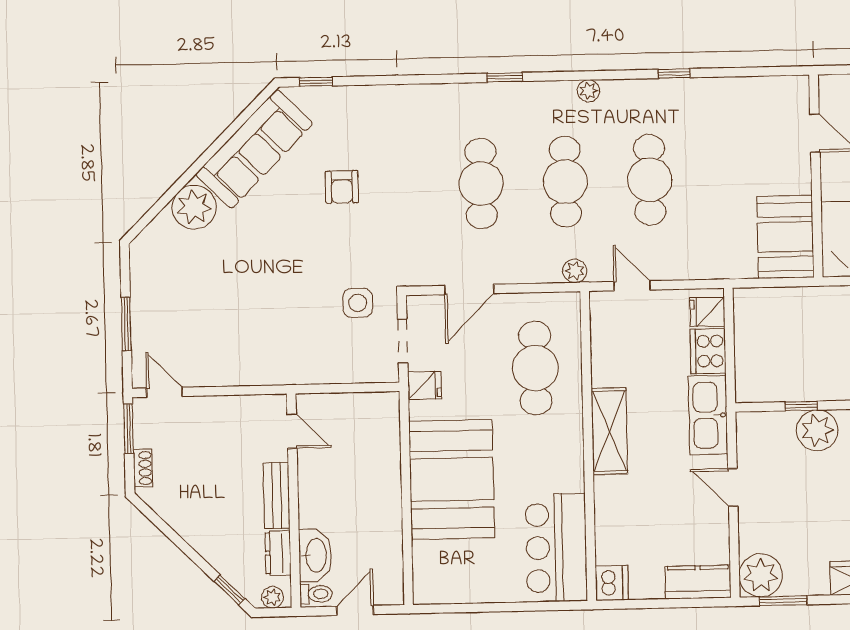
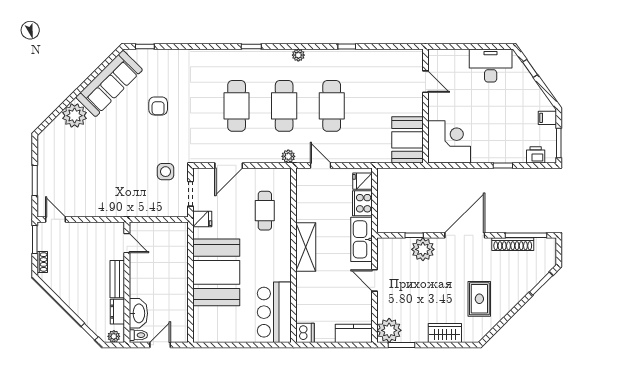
cafe table: (535, 368) -> (265, 211), width x0.73, depth x0.74

